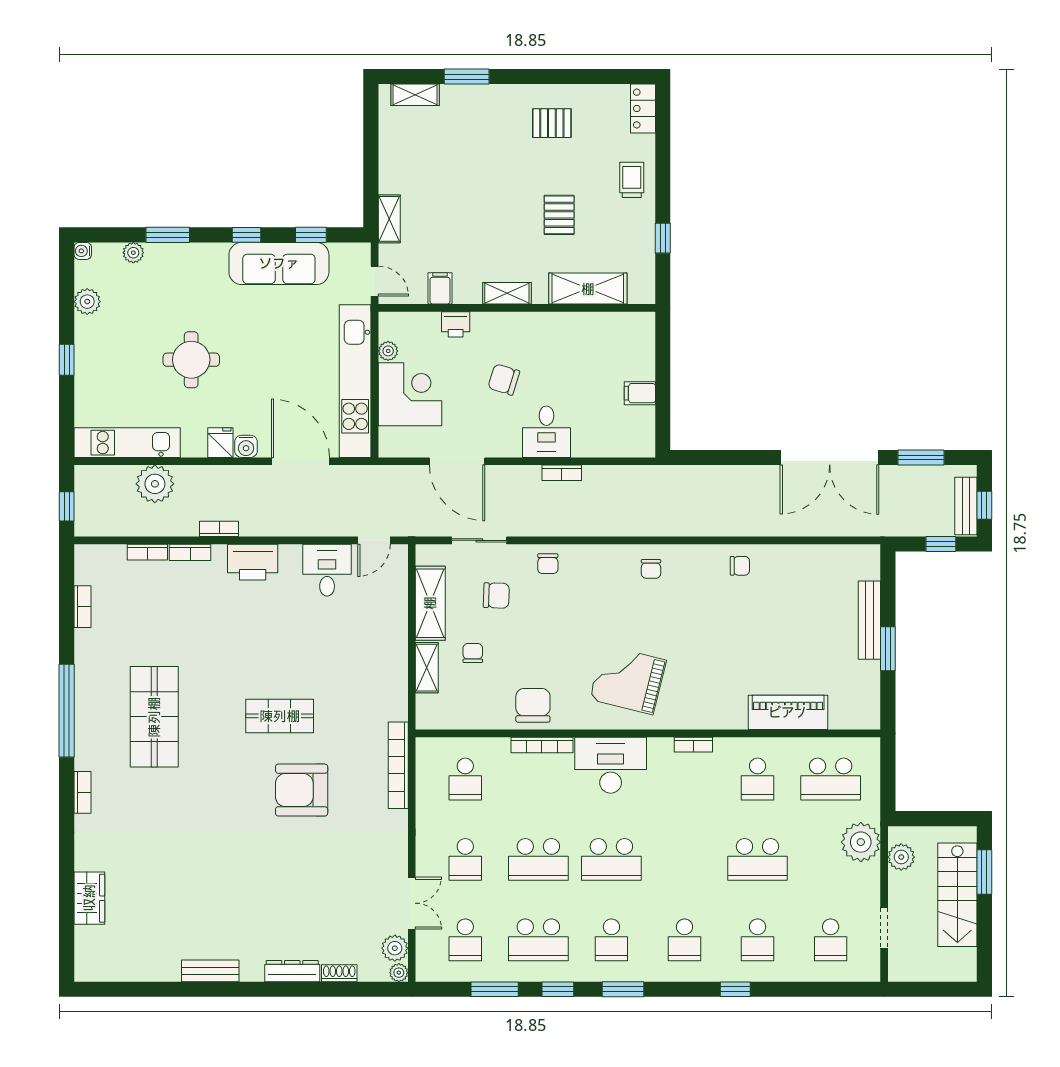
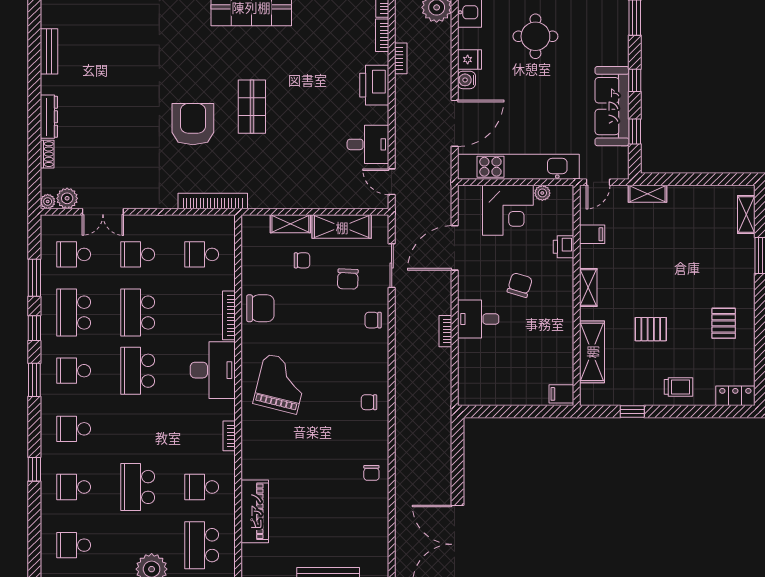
filing cabinet: (640, 393) -> (561, 394), moved, turned -90

